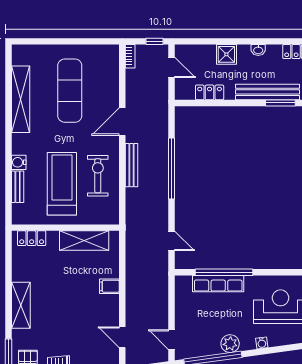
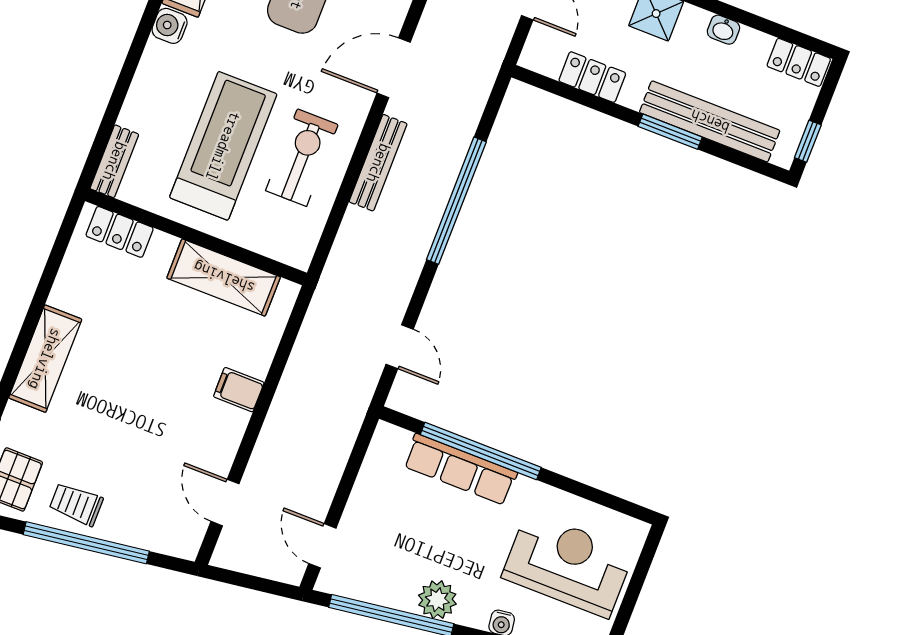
window: (280, 103) -> (670, 132), moved
water cooler: (19, 162) -> (170, 26), moved
bench: (18, 187) -> (114, 161), moved

